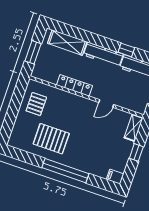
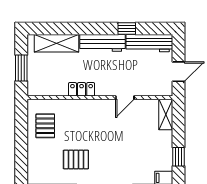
locker: (74, 85) -> (82, 89), width x0.66
pallet: (51, 139) -> (76, 159), width x0.67, depth x0.71
window: (136, 152) -> (179, 157), moved

